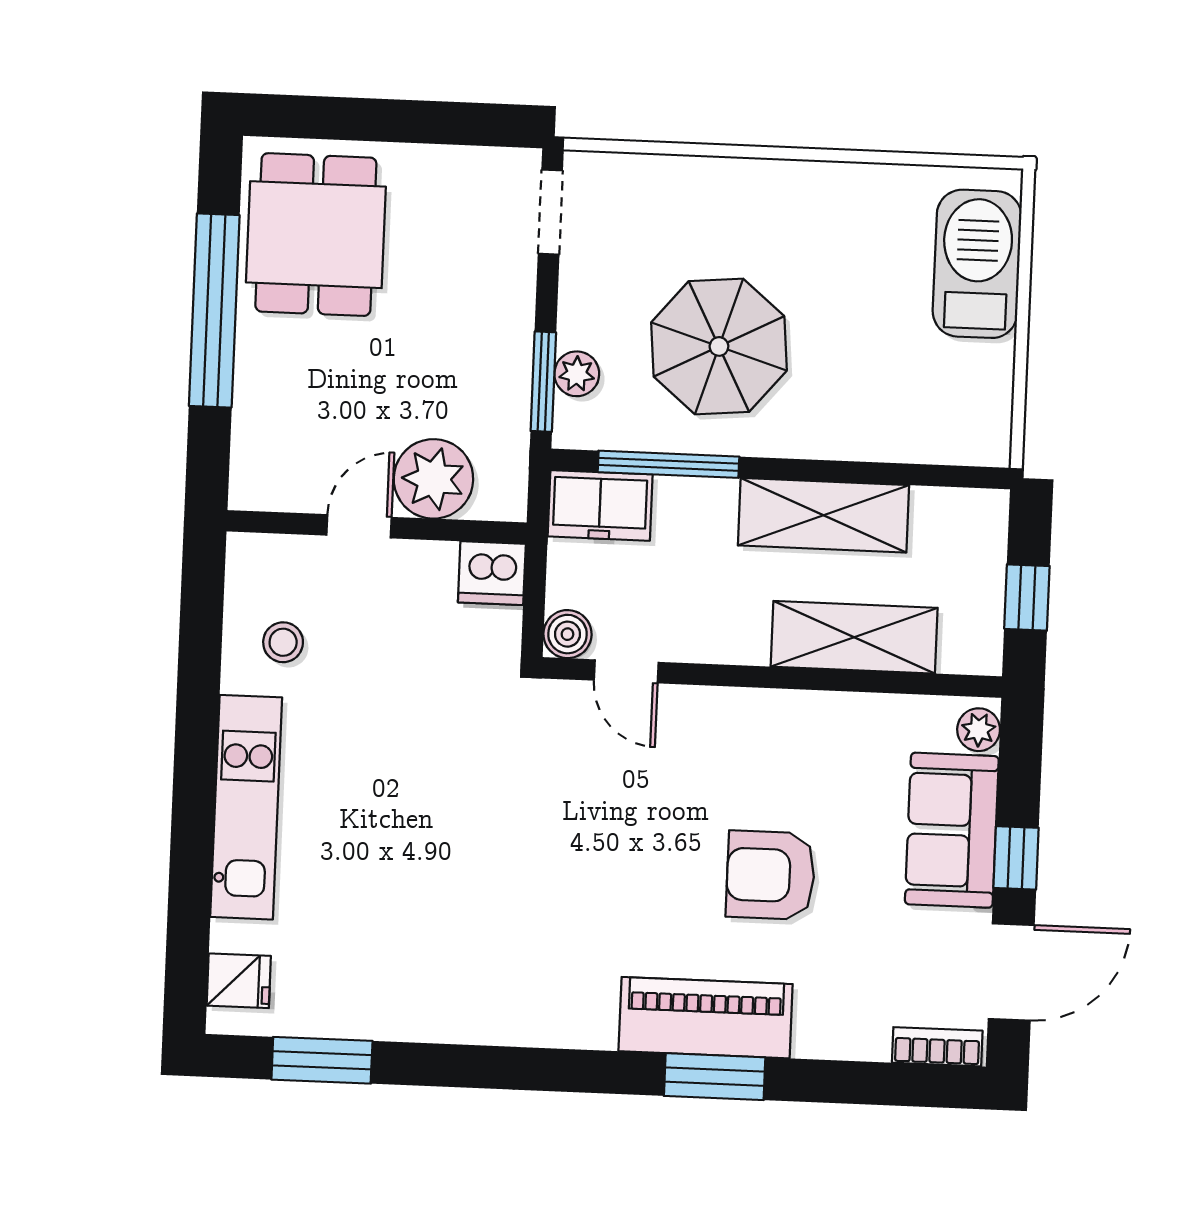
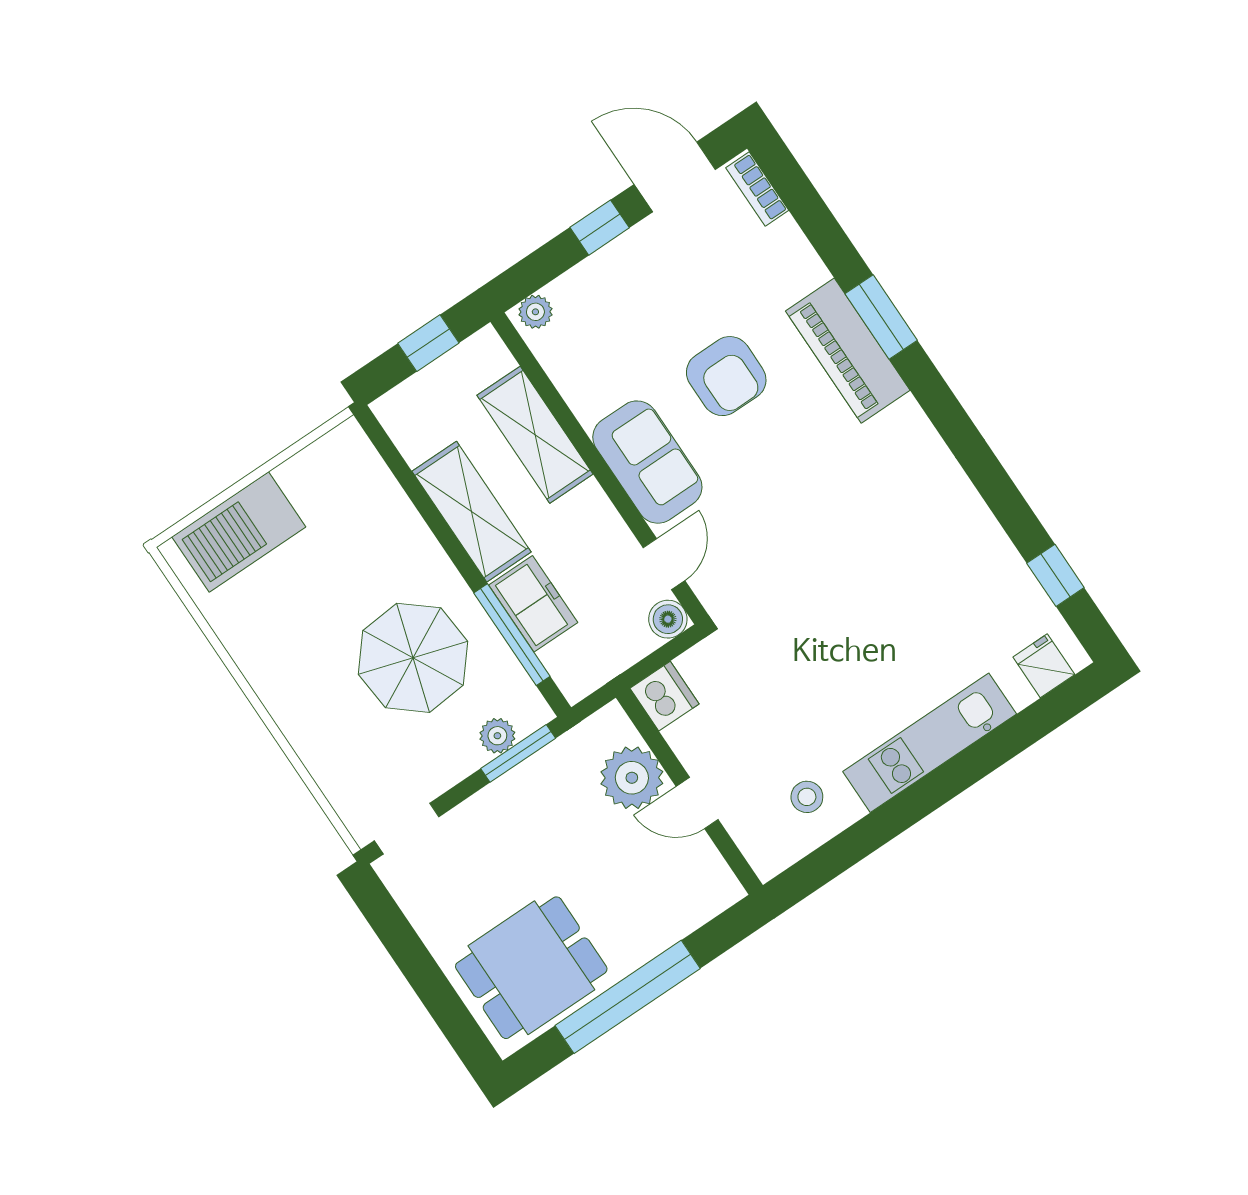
freezer: (600, 505) -> (533, 604), moved
sofa: (952, 830) -> (647, 462), moved, turned -90
window: (322, 1060) -> (1055, 575), width x0.67

